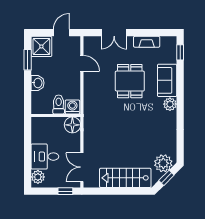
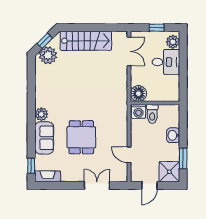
fireplace: (147, 42) -> (48, 176), moved
window: (65, 191) -> (157, 28), moved

